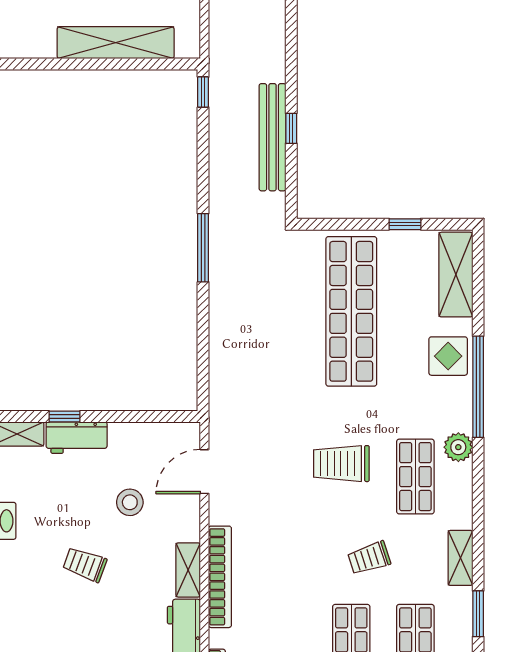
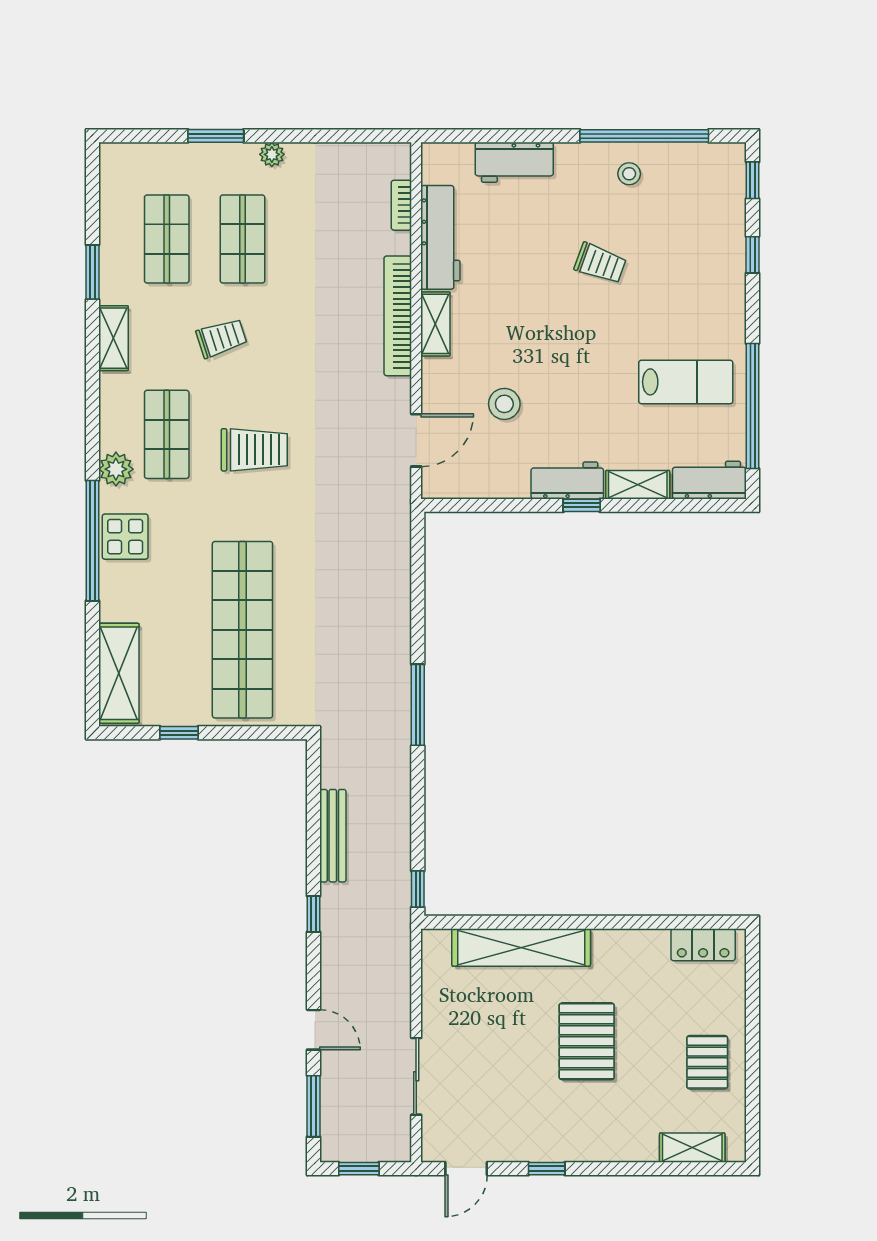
window: (291, 128) -> (314, 914), moved
bench: (273, 137) -> (333, 836), width x0.73, depth x0.82
display table: (448, 356) -> (125, 537), moved
trolley: (85, 564) -> (600, 263), moved

